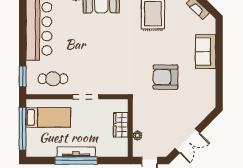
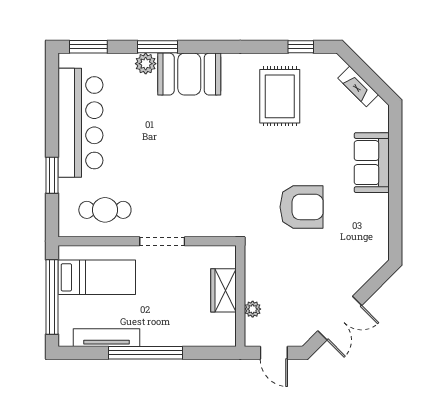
window: (23, 76) -> (52, 175), moved
armchair: (165, 77) -> (302, 207), turned 180
tv unit: (76, 152) -> (106, 338), moved

